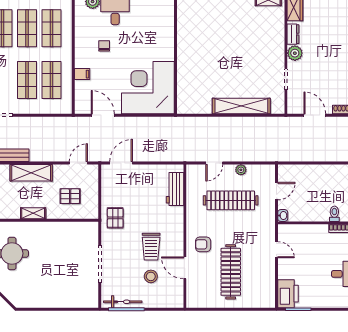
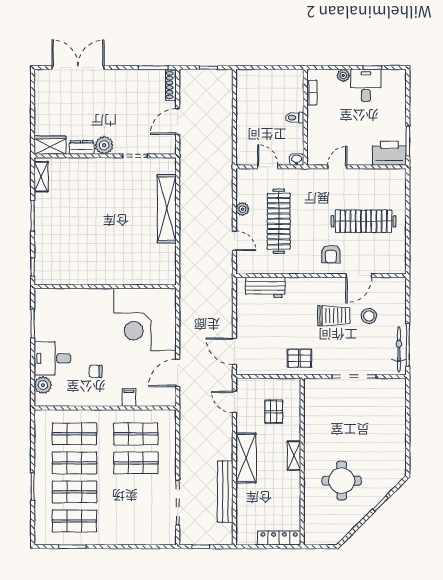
toilet: (334, 214) -> (295, 118), moved

